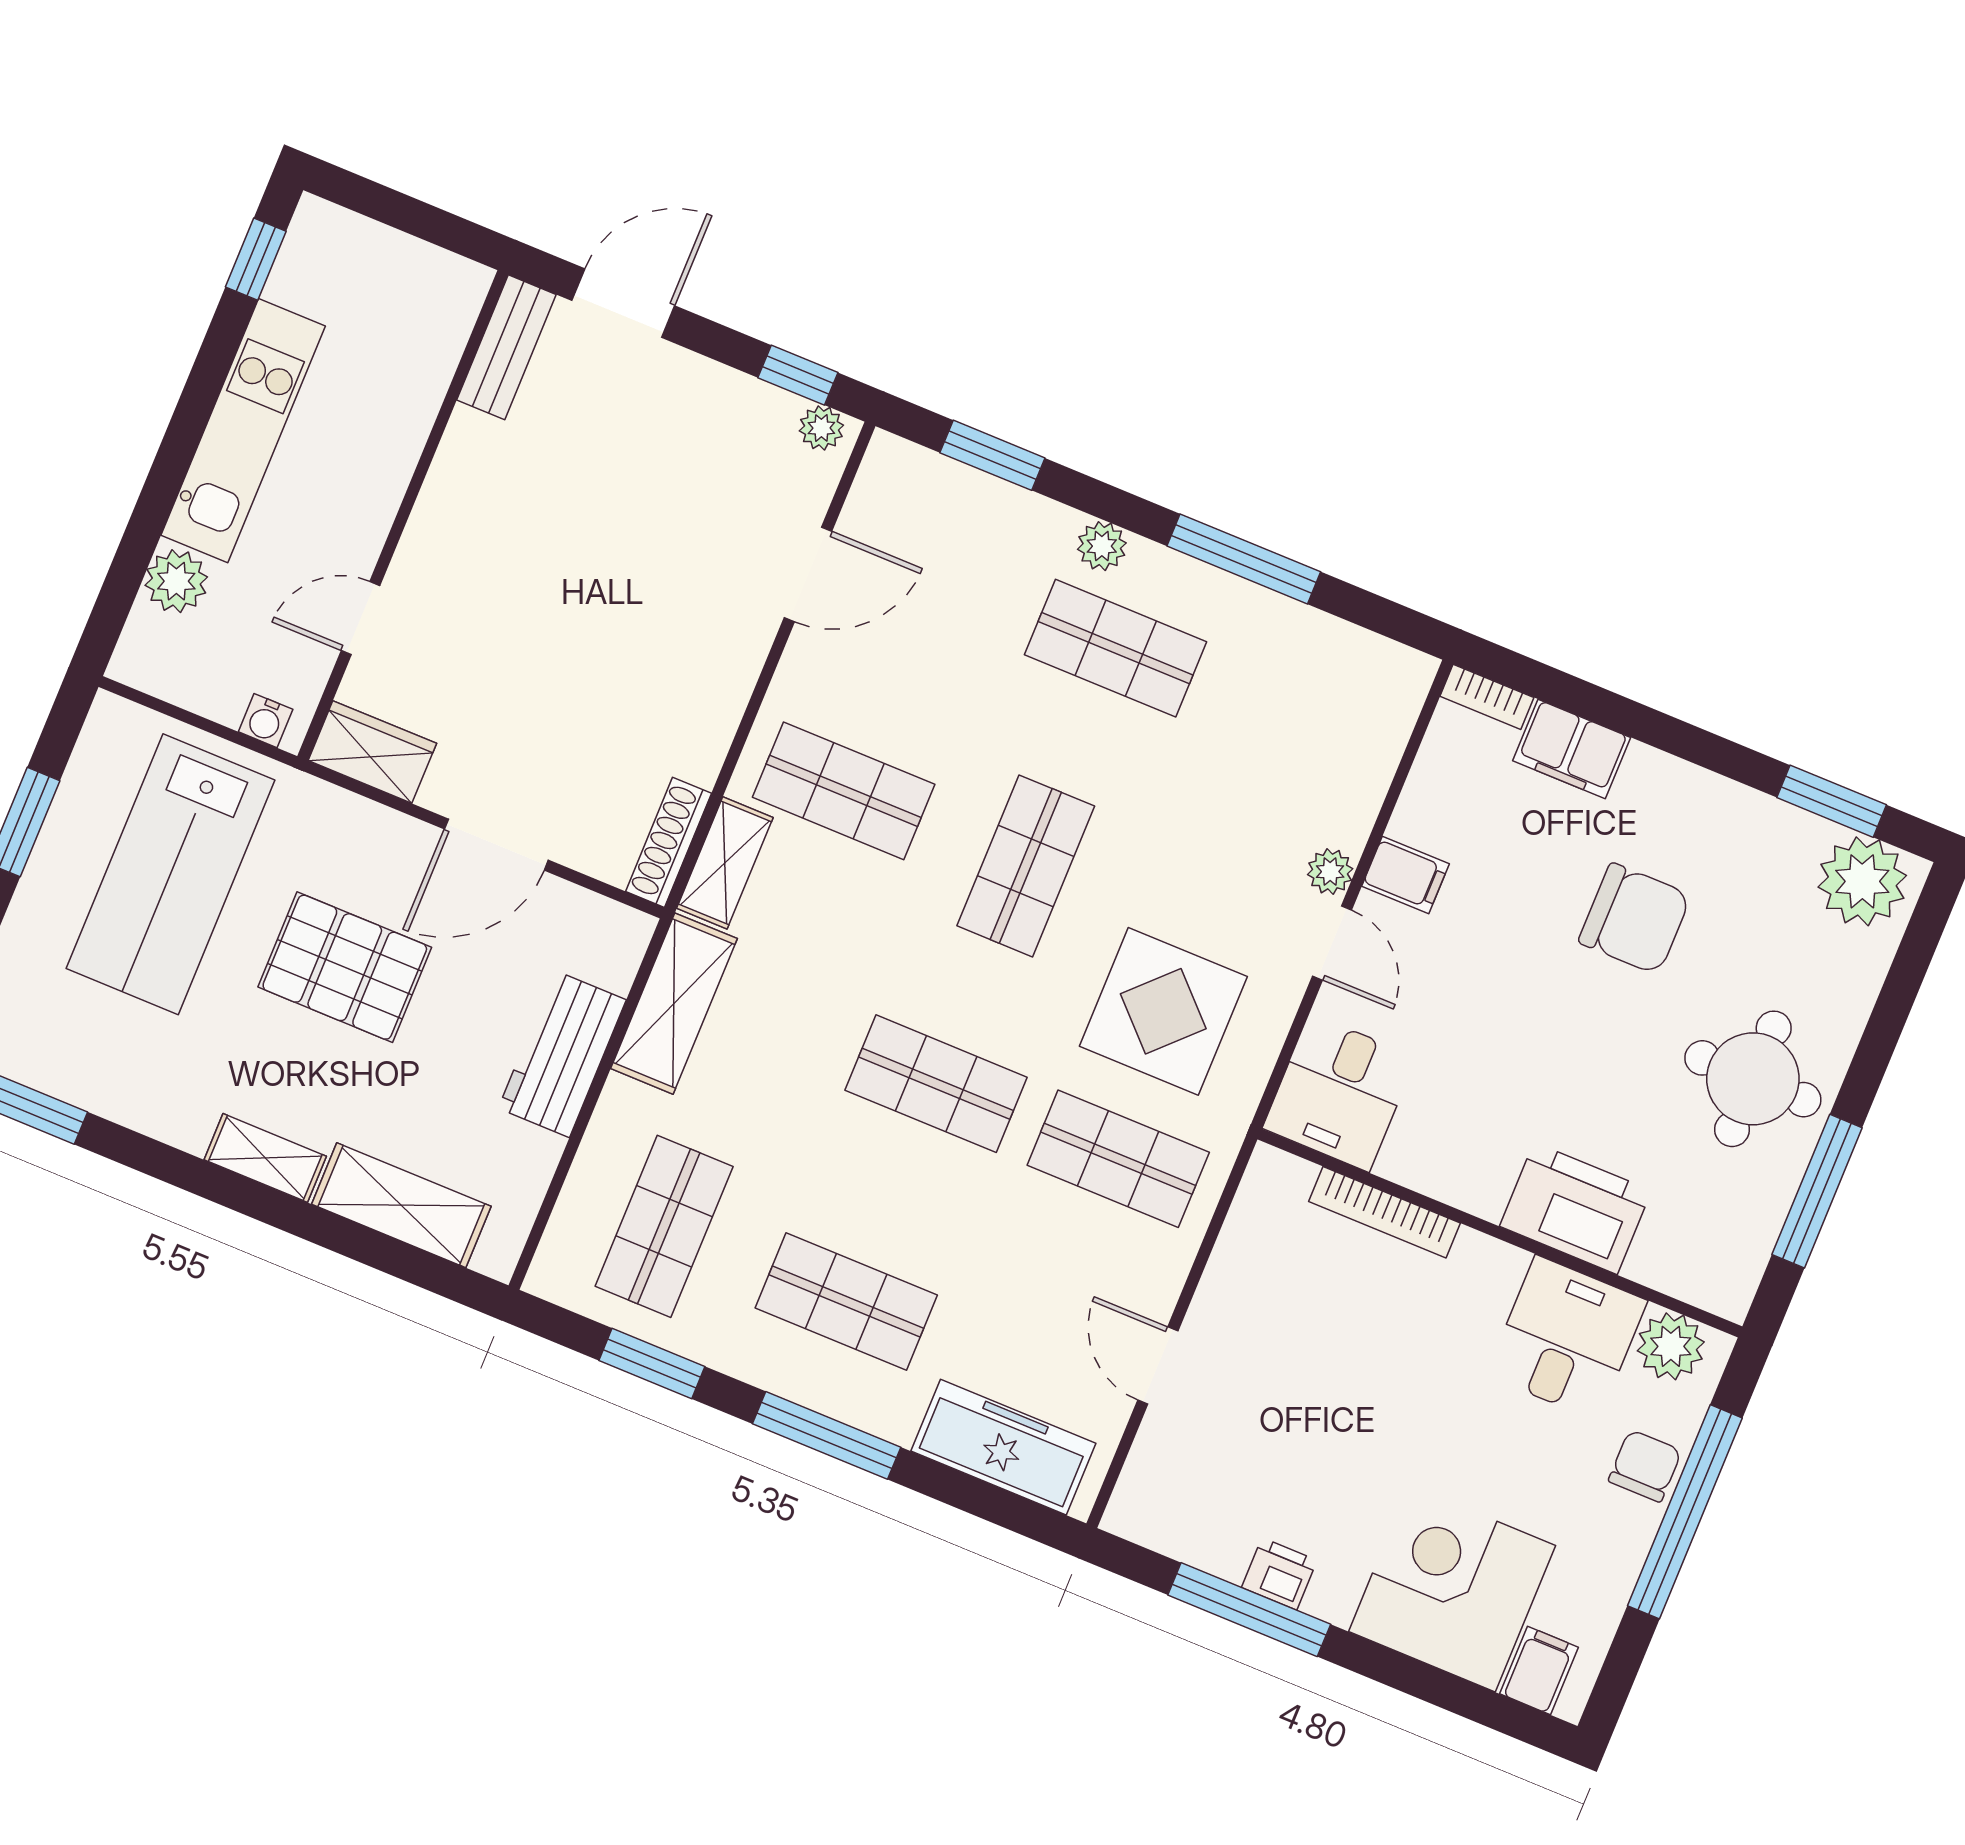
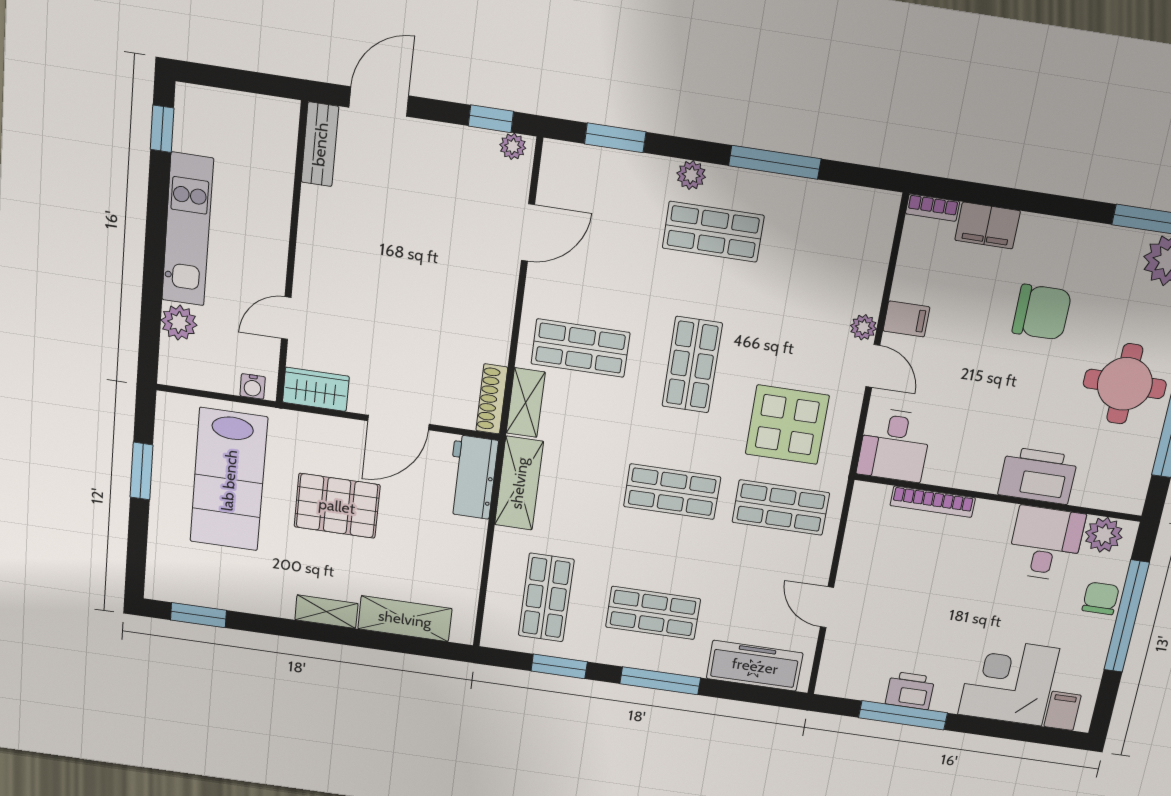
workbench: (562, 1054) -> (472, 477), moved
printer: (1279, 1574) -> (910, 691), width x1.36, depth x1.24

